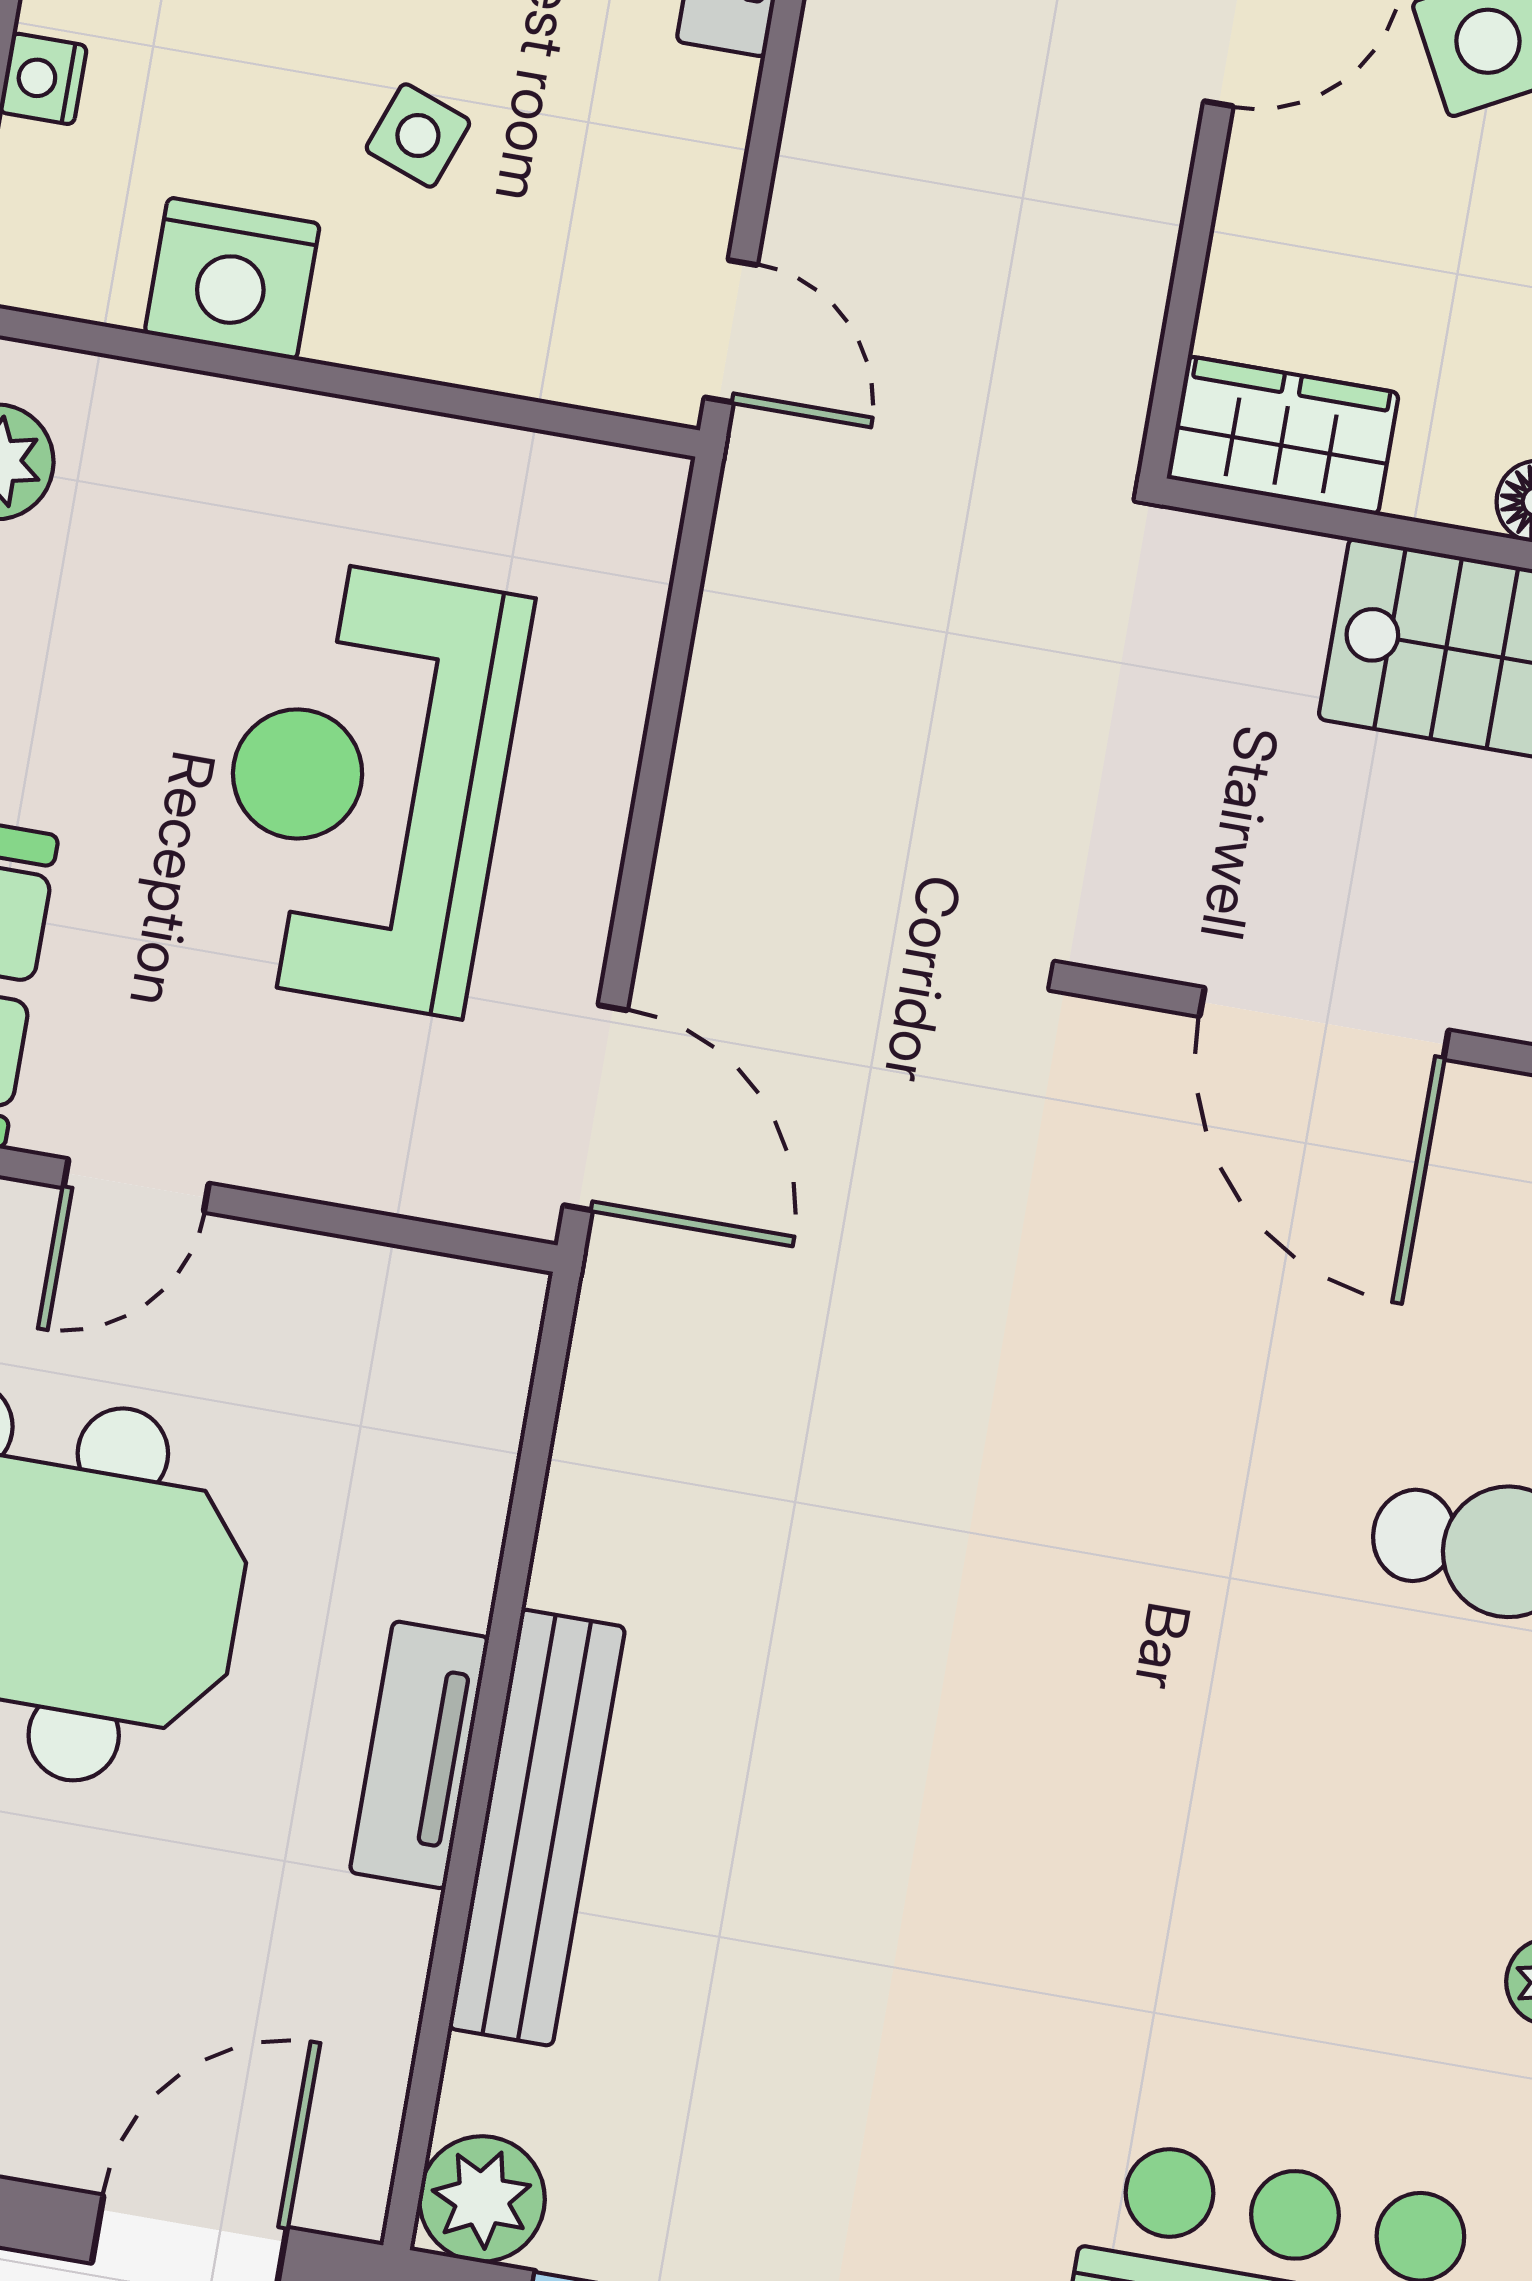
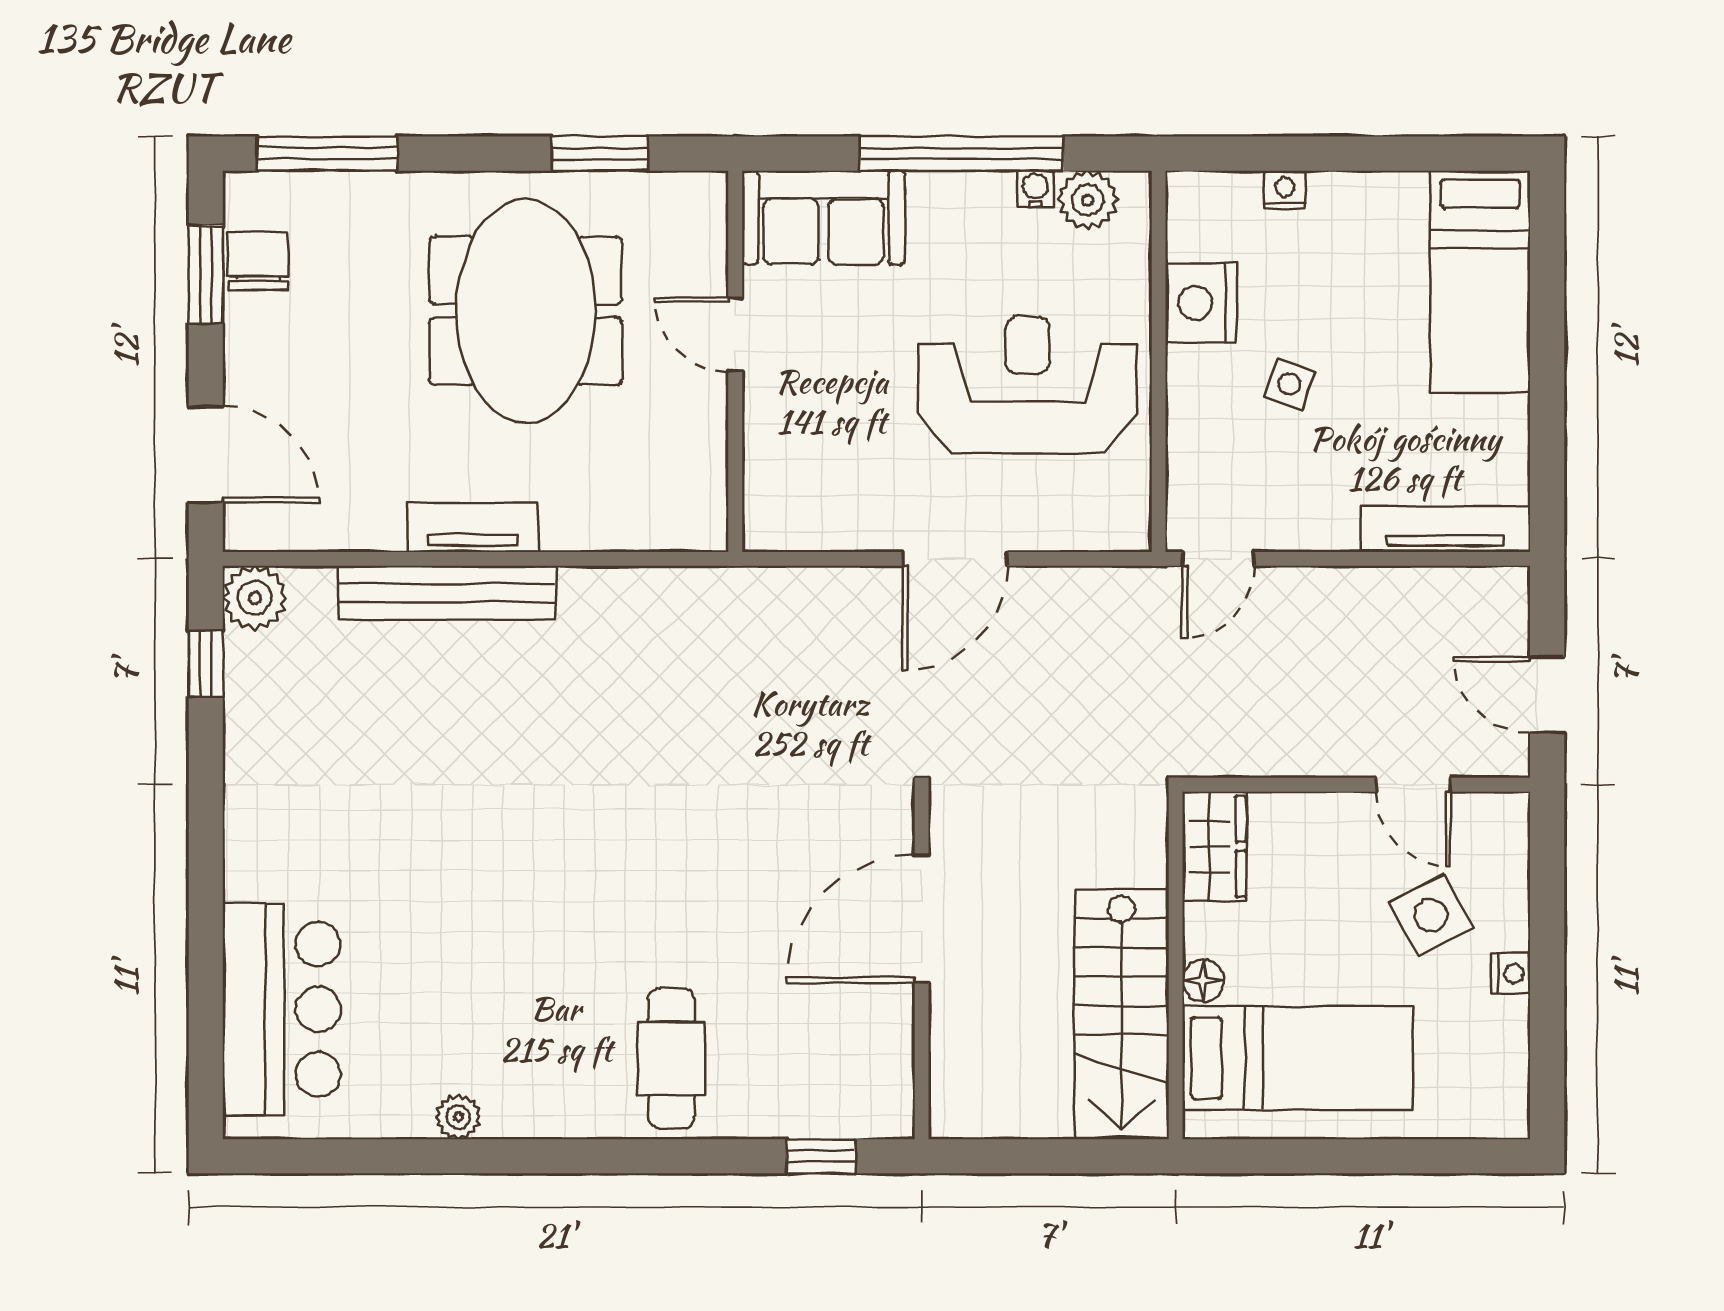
reception desk: (366, 786) -> (1028, 385), moved
door: (595, 1108) -> (955, 559), moved

